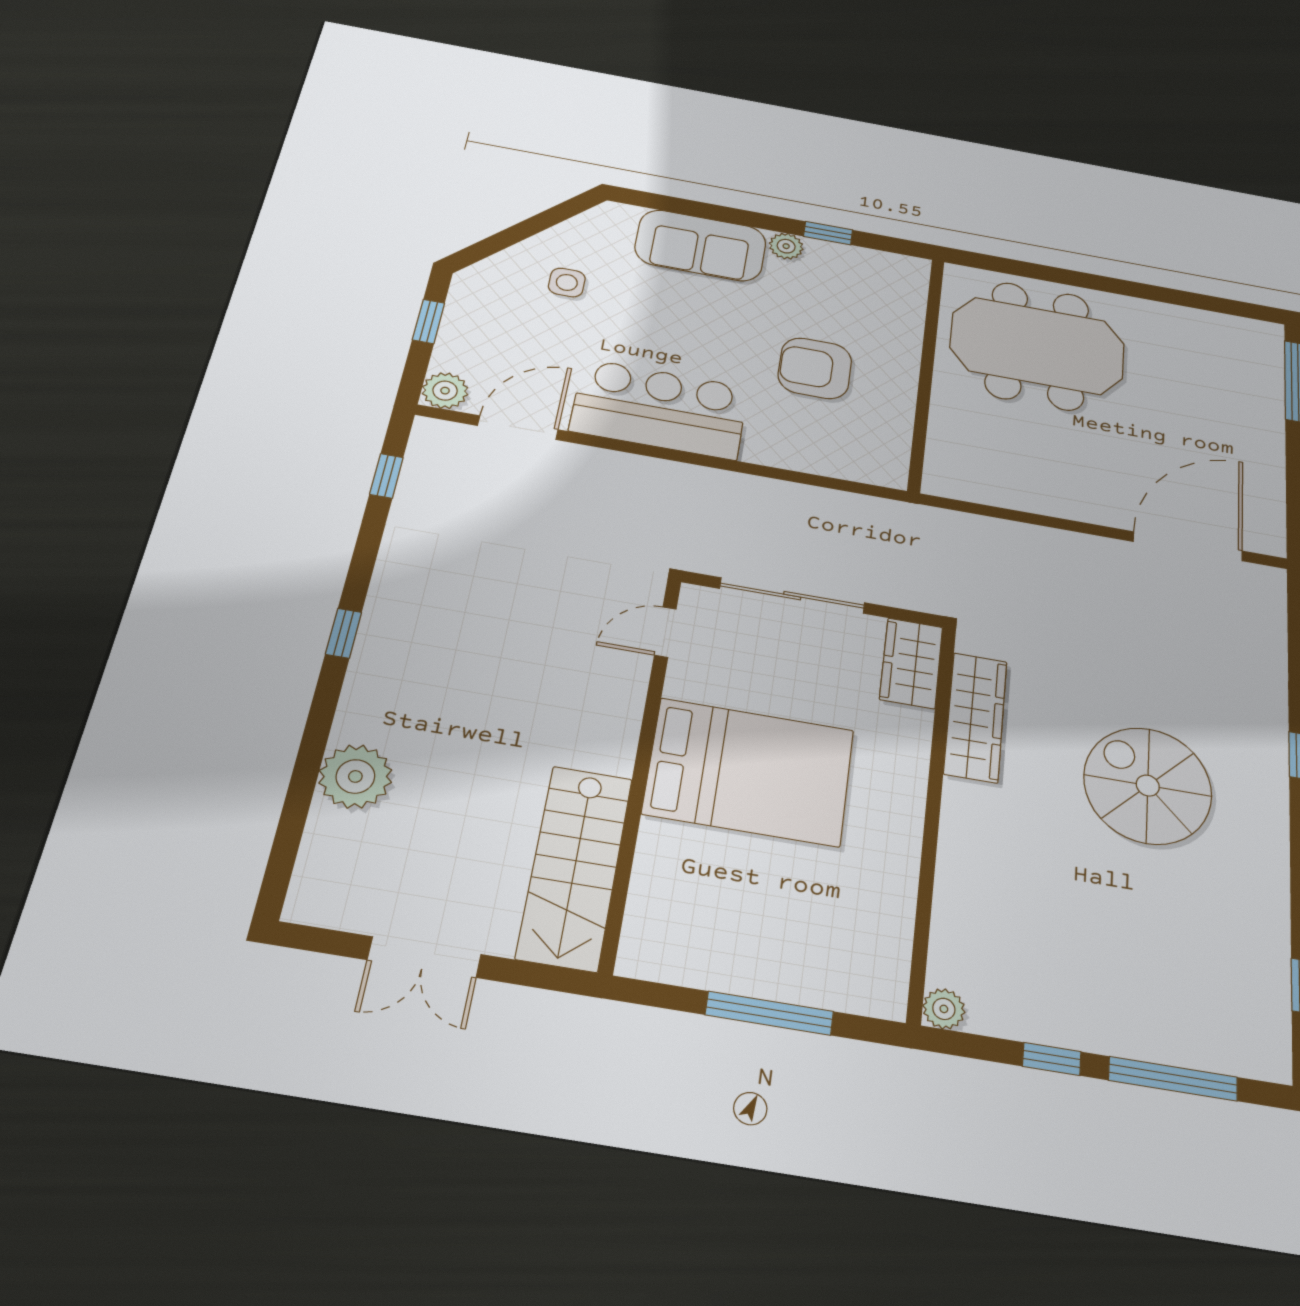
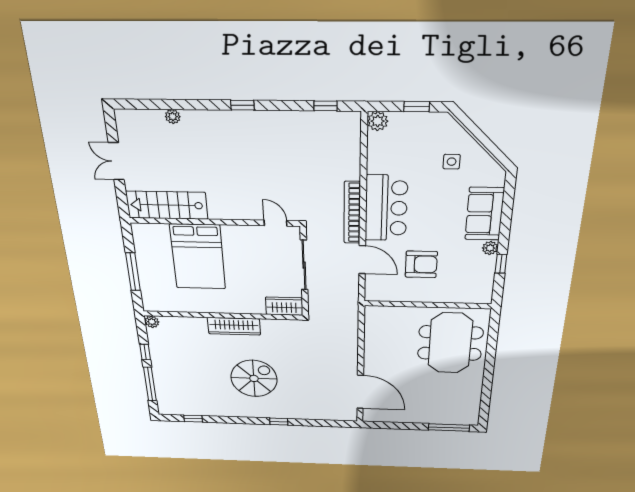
armchair: (815, 368) -> (421, 264), turned 90
door: (518, 428) -> (362, 260), moved
bookcase: (661, 474) -> (352, 213), added
wardrobe: (976, 717) -> (234, 326), moved
bed: (749, 772) -> (198, 257), moved
plant: (355, 776) -> (173, 117), width x0.53, depth x0.53

